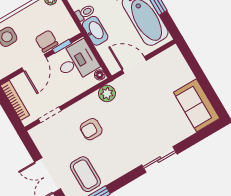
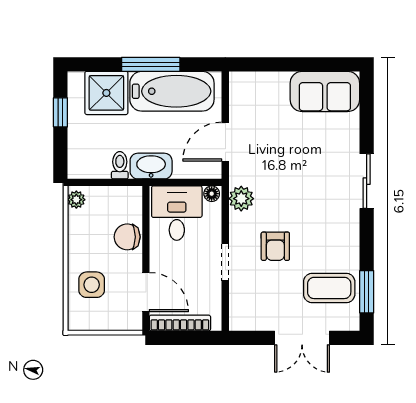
window: (62, 46) -> (146, 221), removed
door: (34, 63) -> (146, 292), moved
doorway: (50, 115) -> (225, 262), moved

